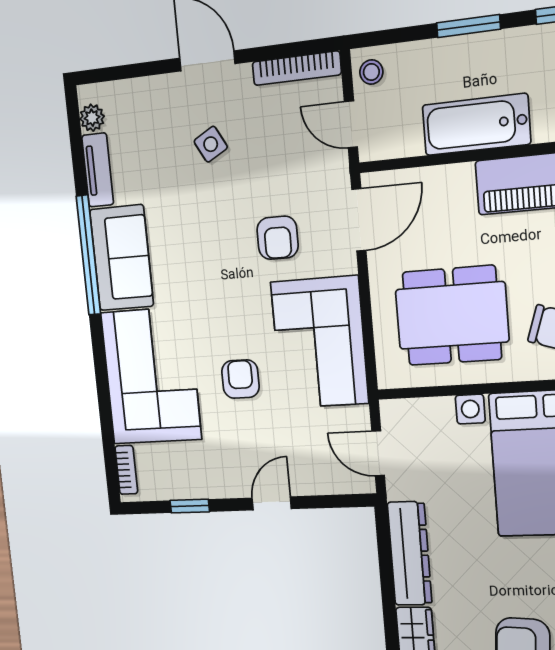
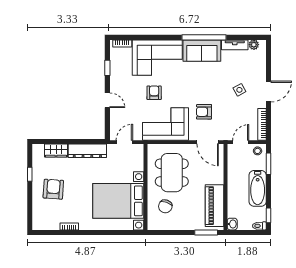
window: (468, 26) -> (269, 164), moved
bathtub: (476, 125) -> (258, 188), moved, turned 180
armchair: (240, 379) -> (154, 93), turned -90

